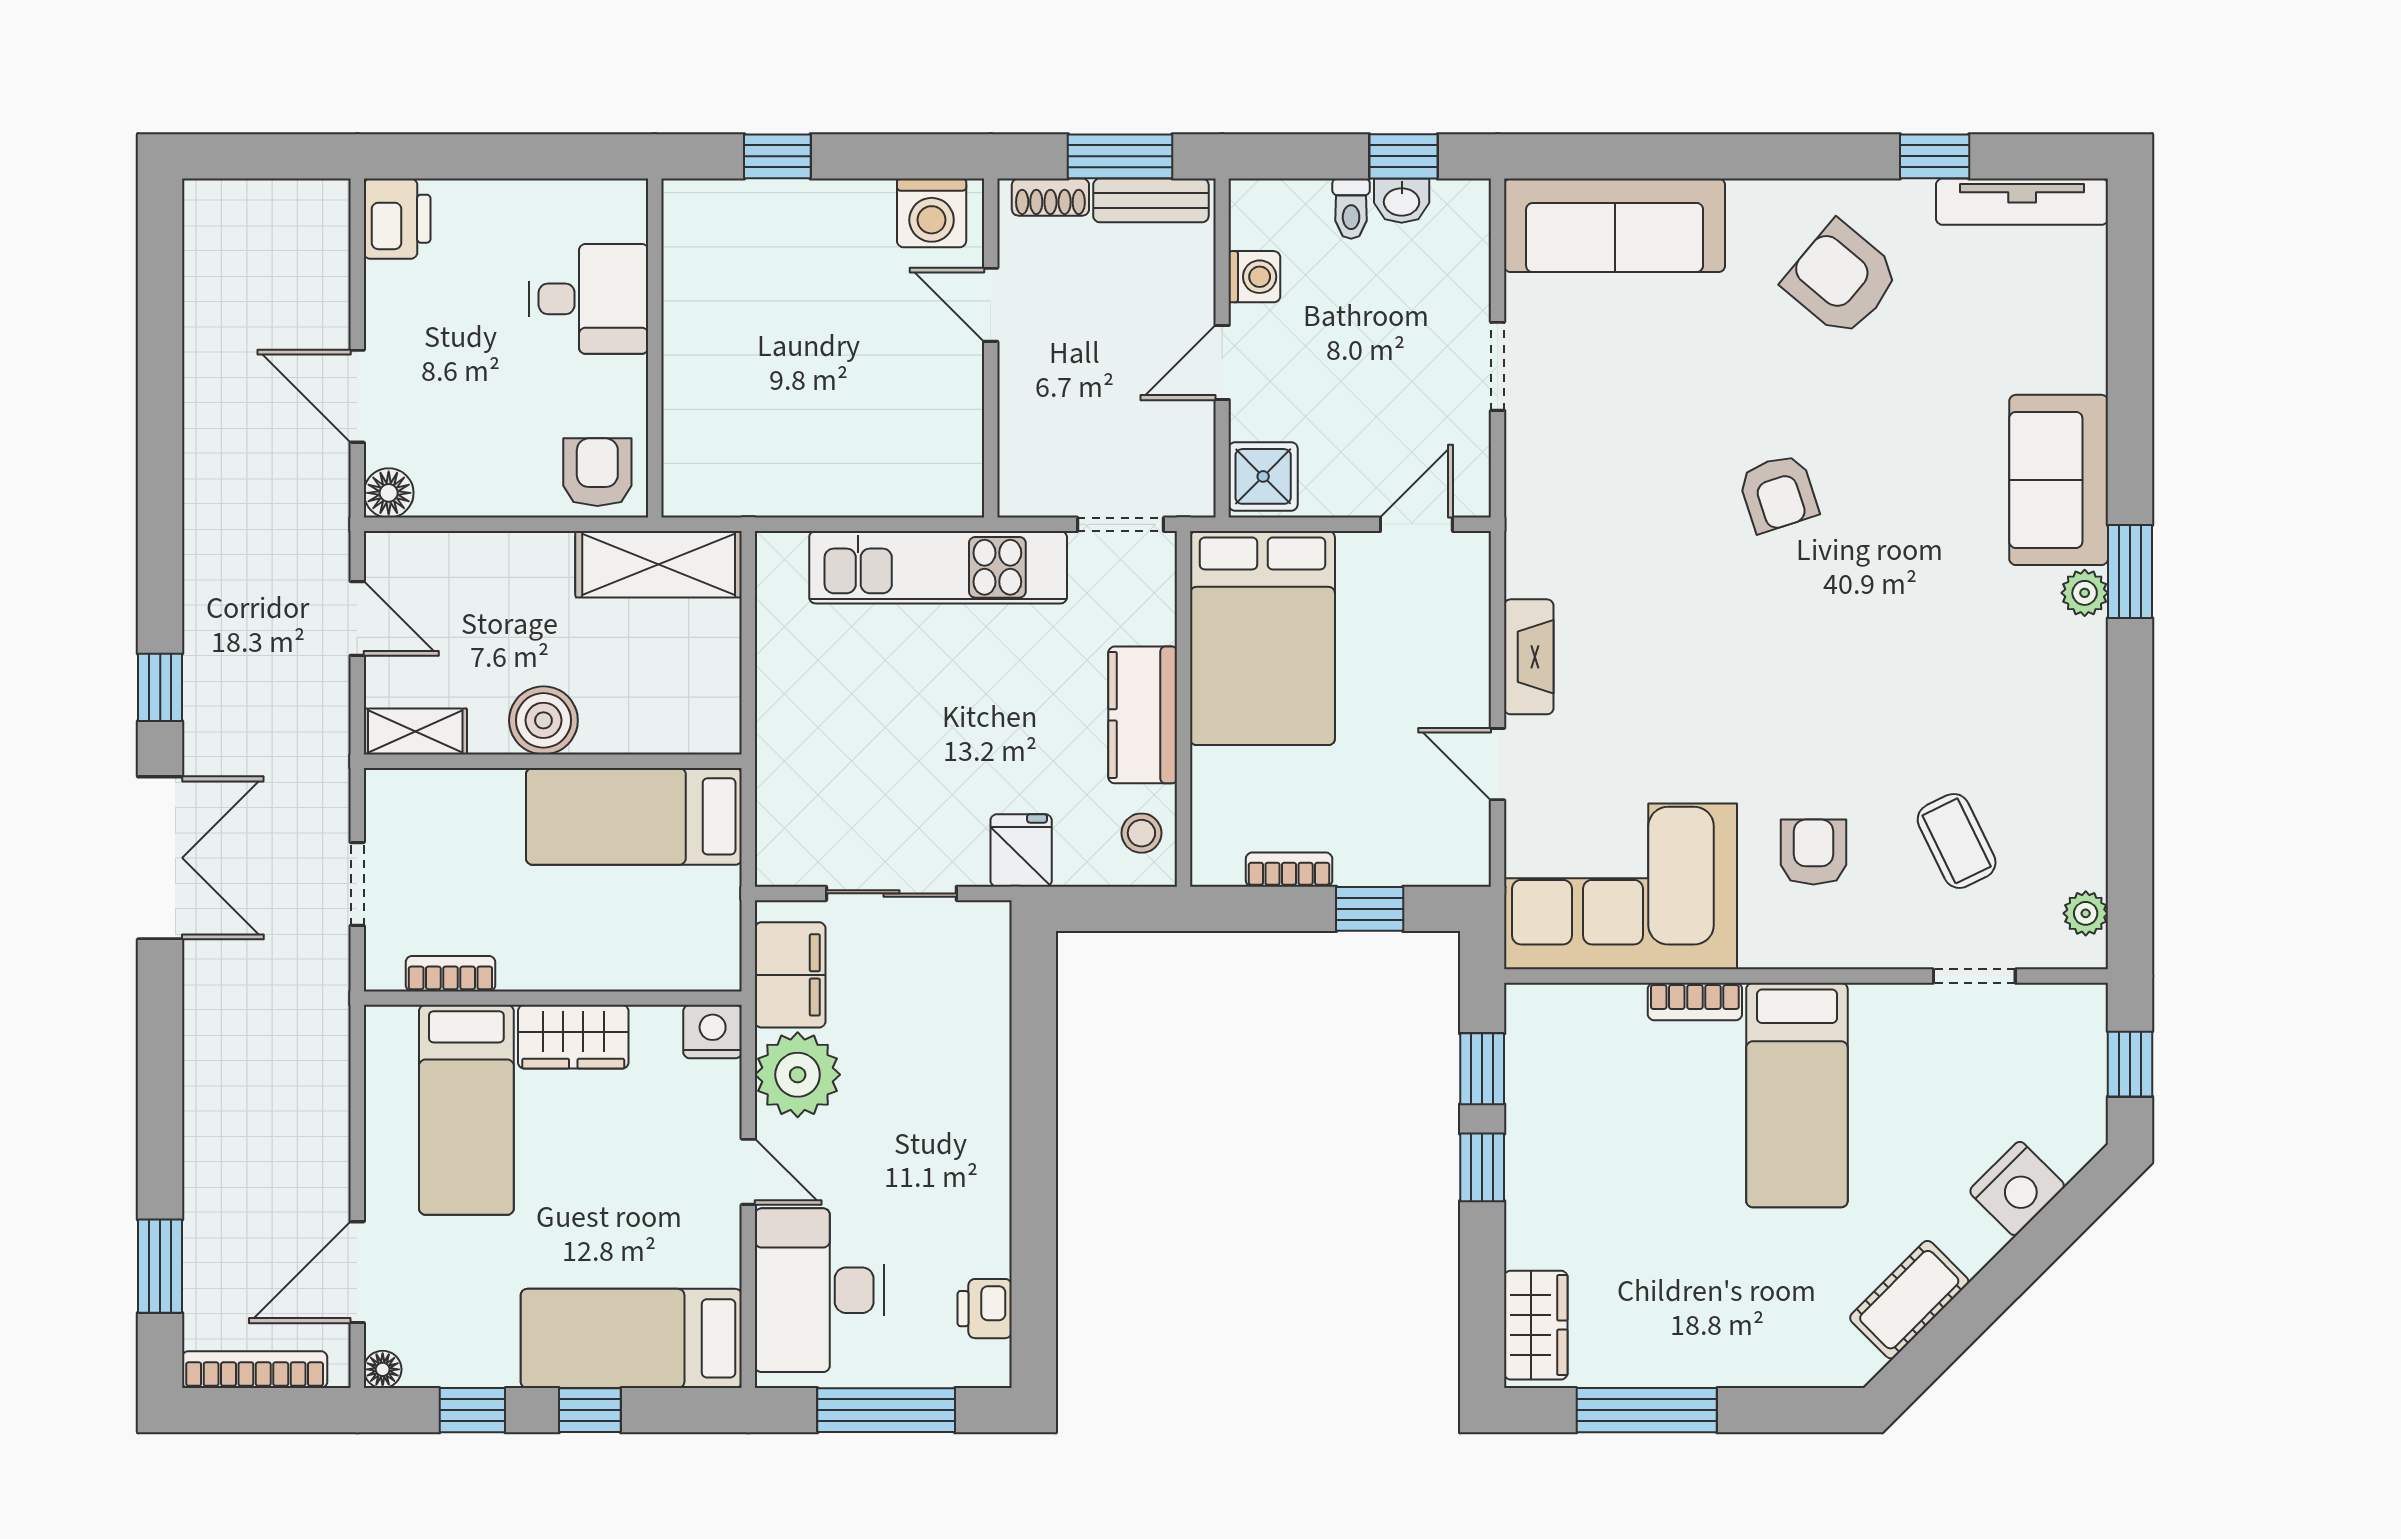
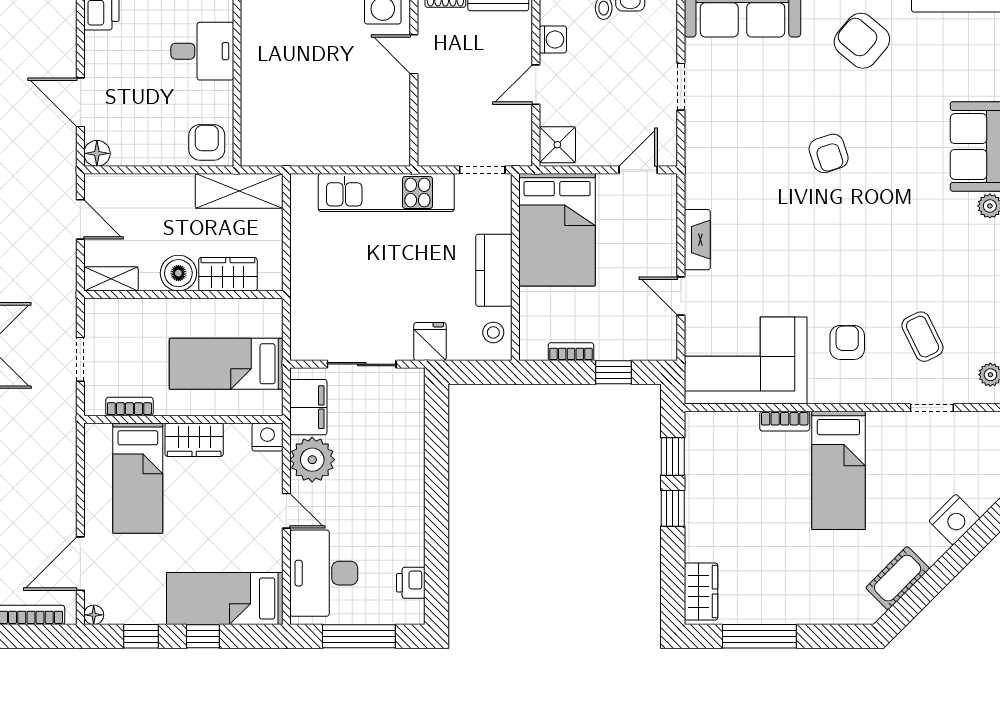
wardrobe: (637, 723) -> (228, 274), added
bed: (634, 816) -> (226, 364), moved

